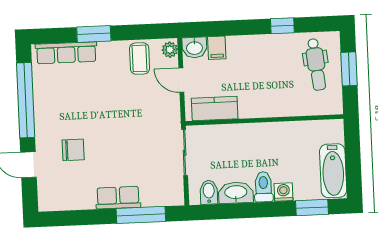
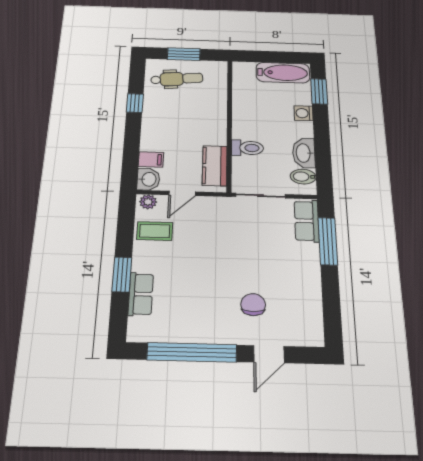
row of seats: (66, 53) -> (141, 294), width x0.68
toilet: (263, 187) -> (247, 148), moved, turned 180
row of seats: (118, 198) -> (307, 221), moved

